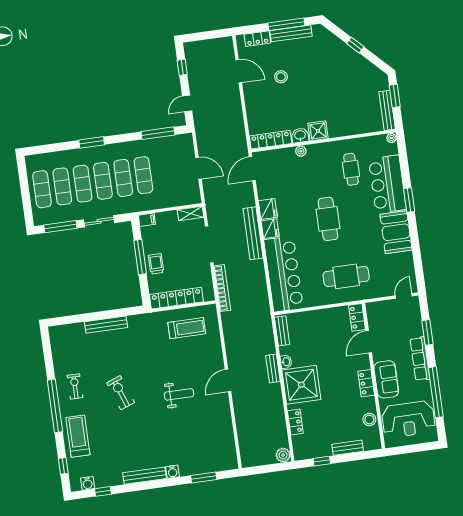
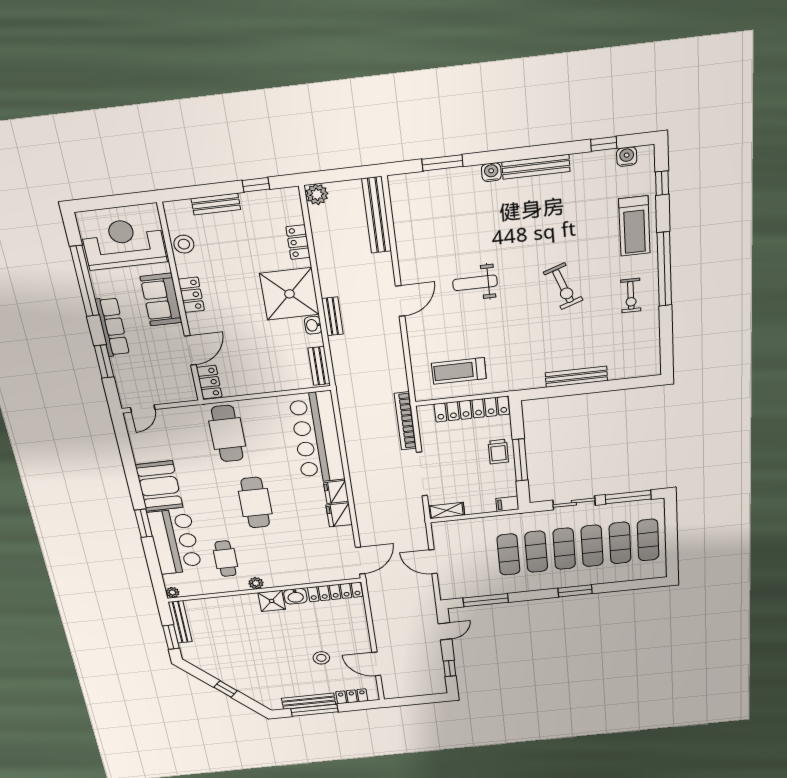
plant: (301, 151) -> (256, 583), moved
bench: (253, 233) -> (377, 215), moved
cafe table: (346, 276) -> (227, 434), turned 90

